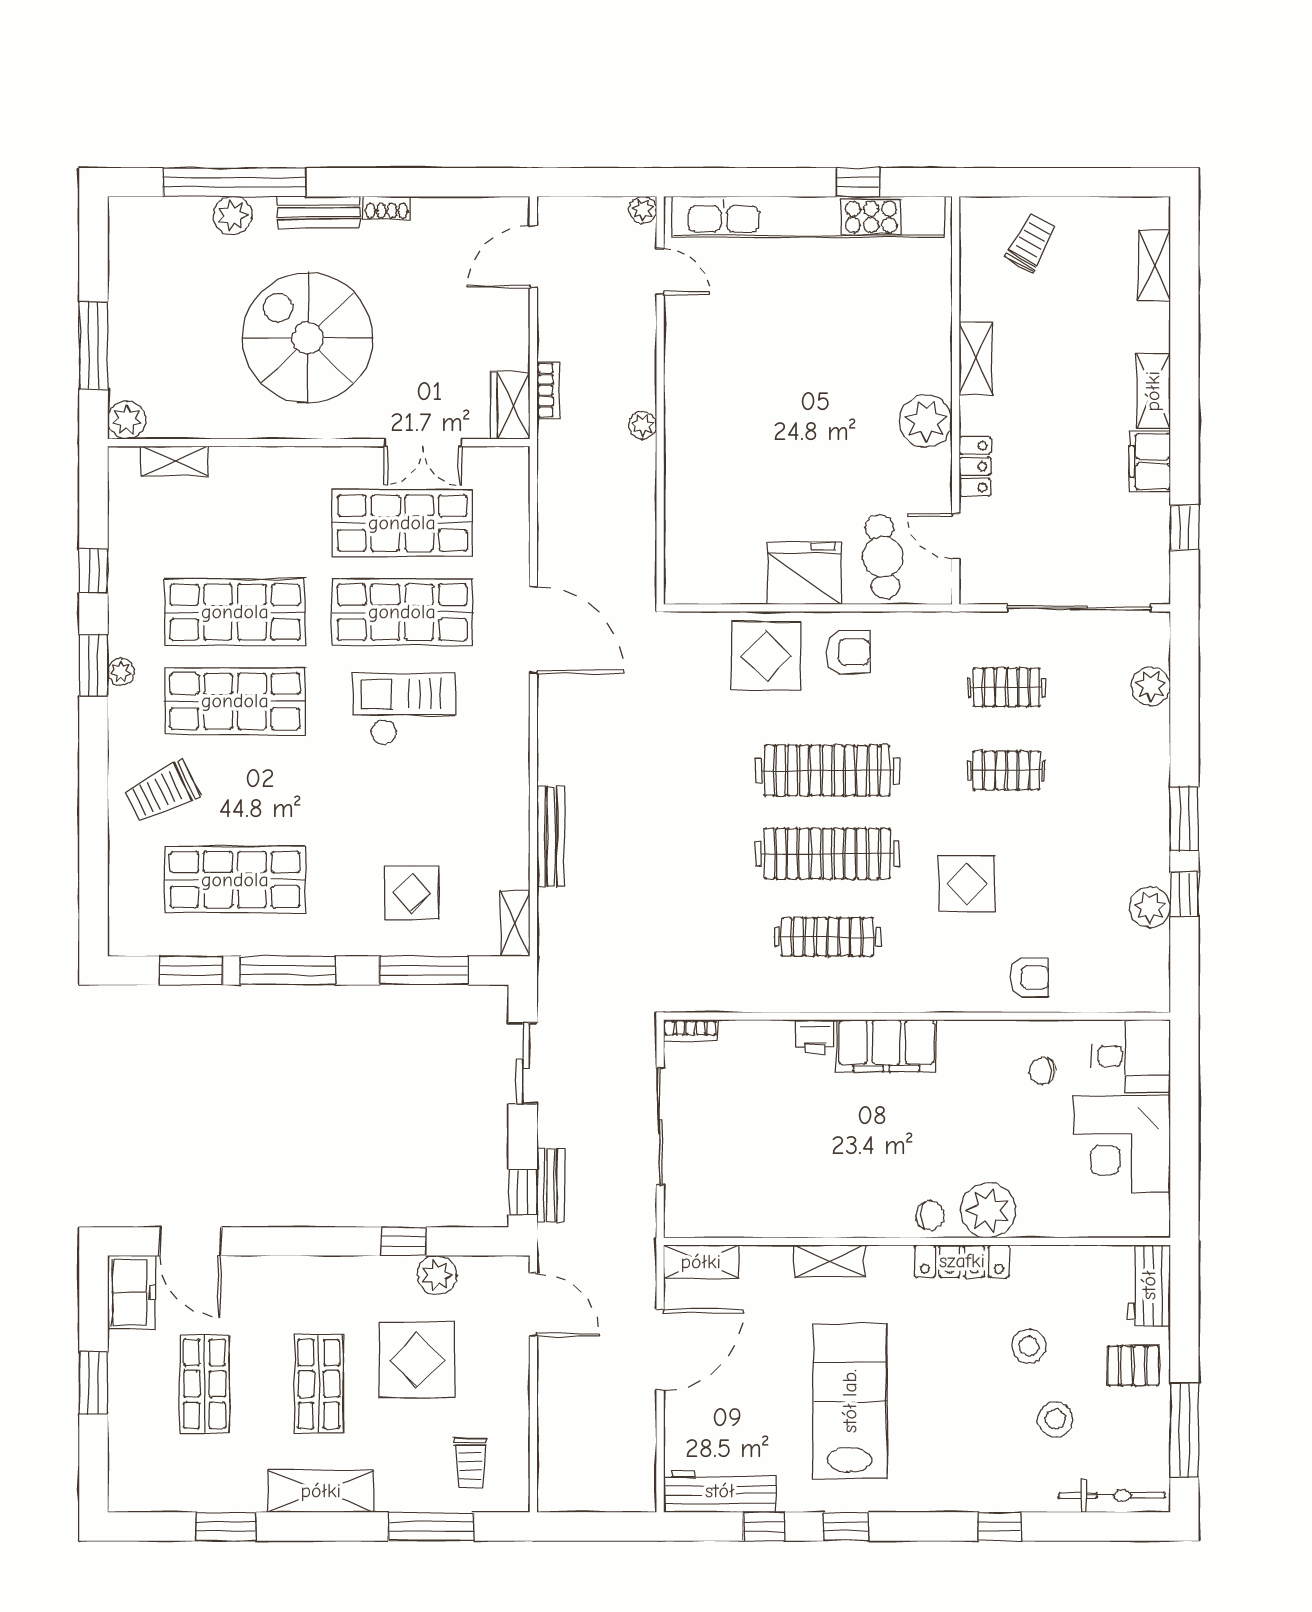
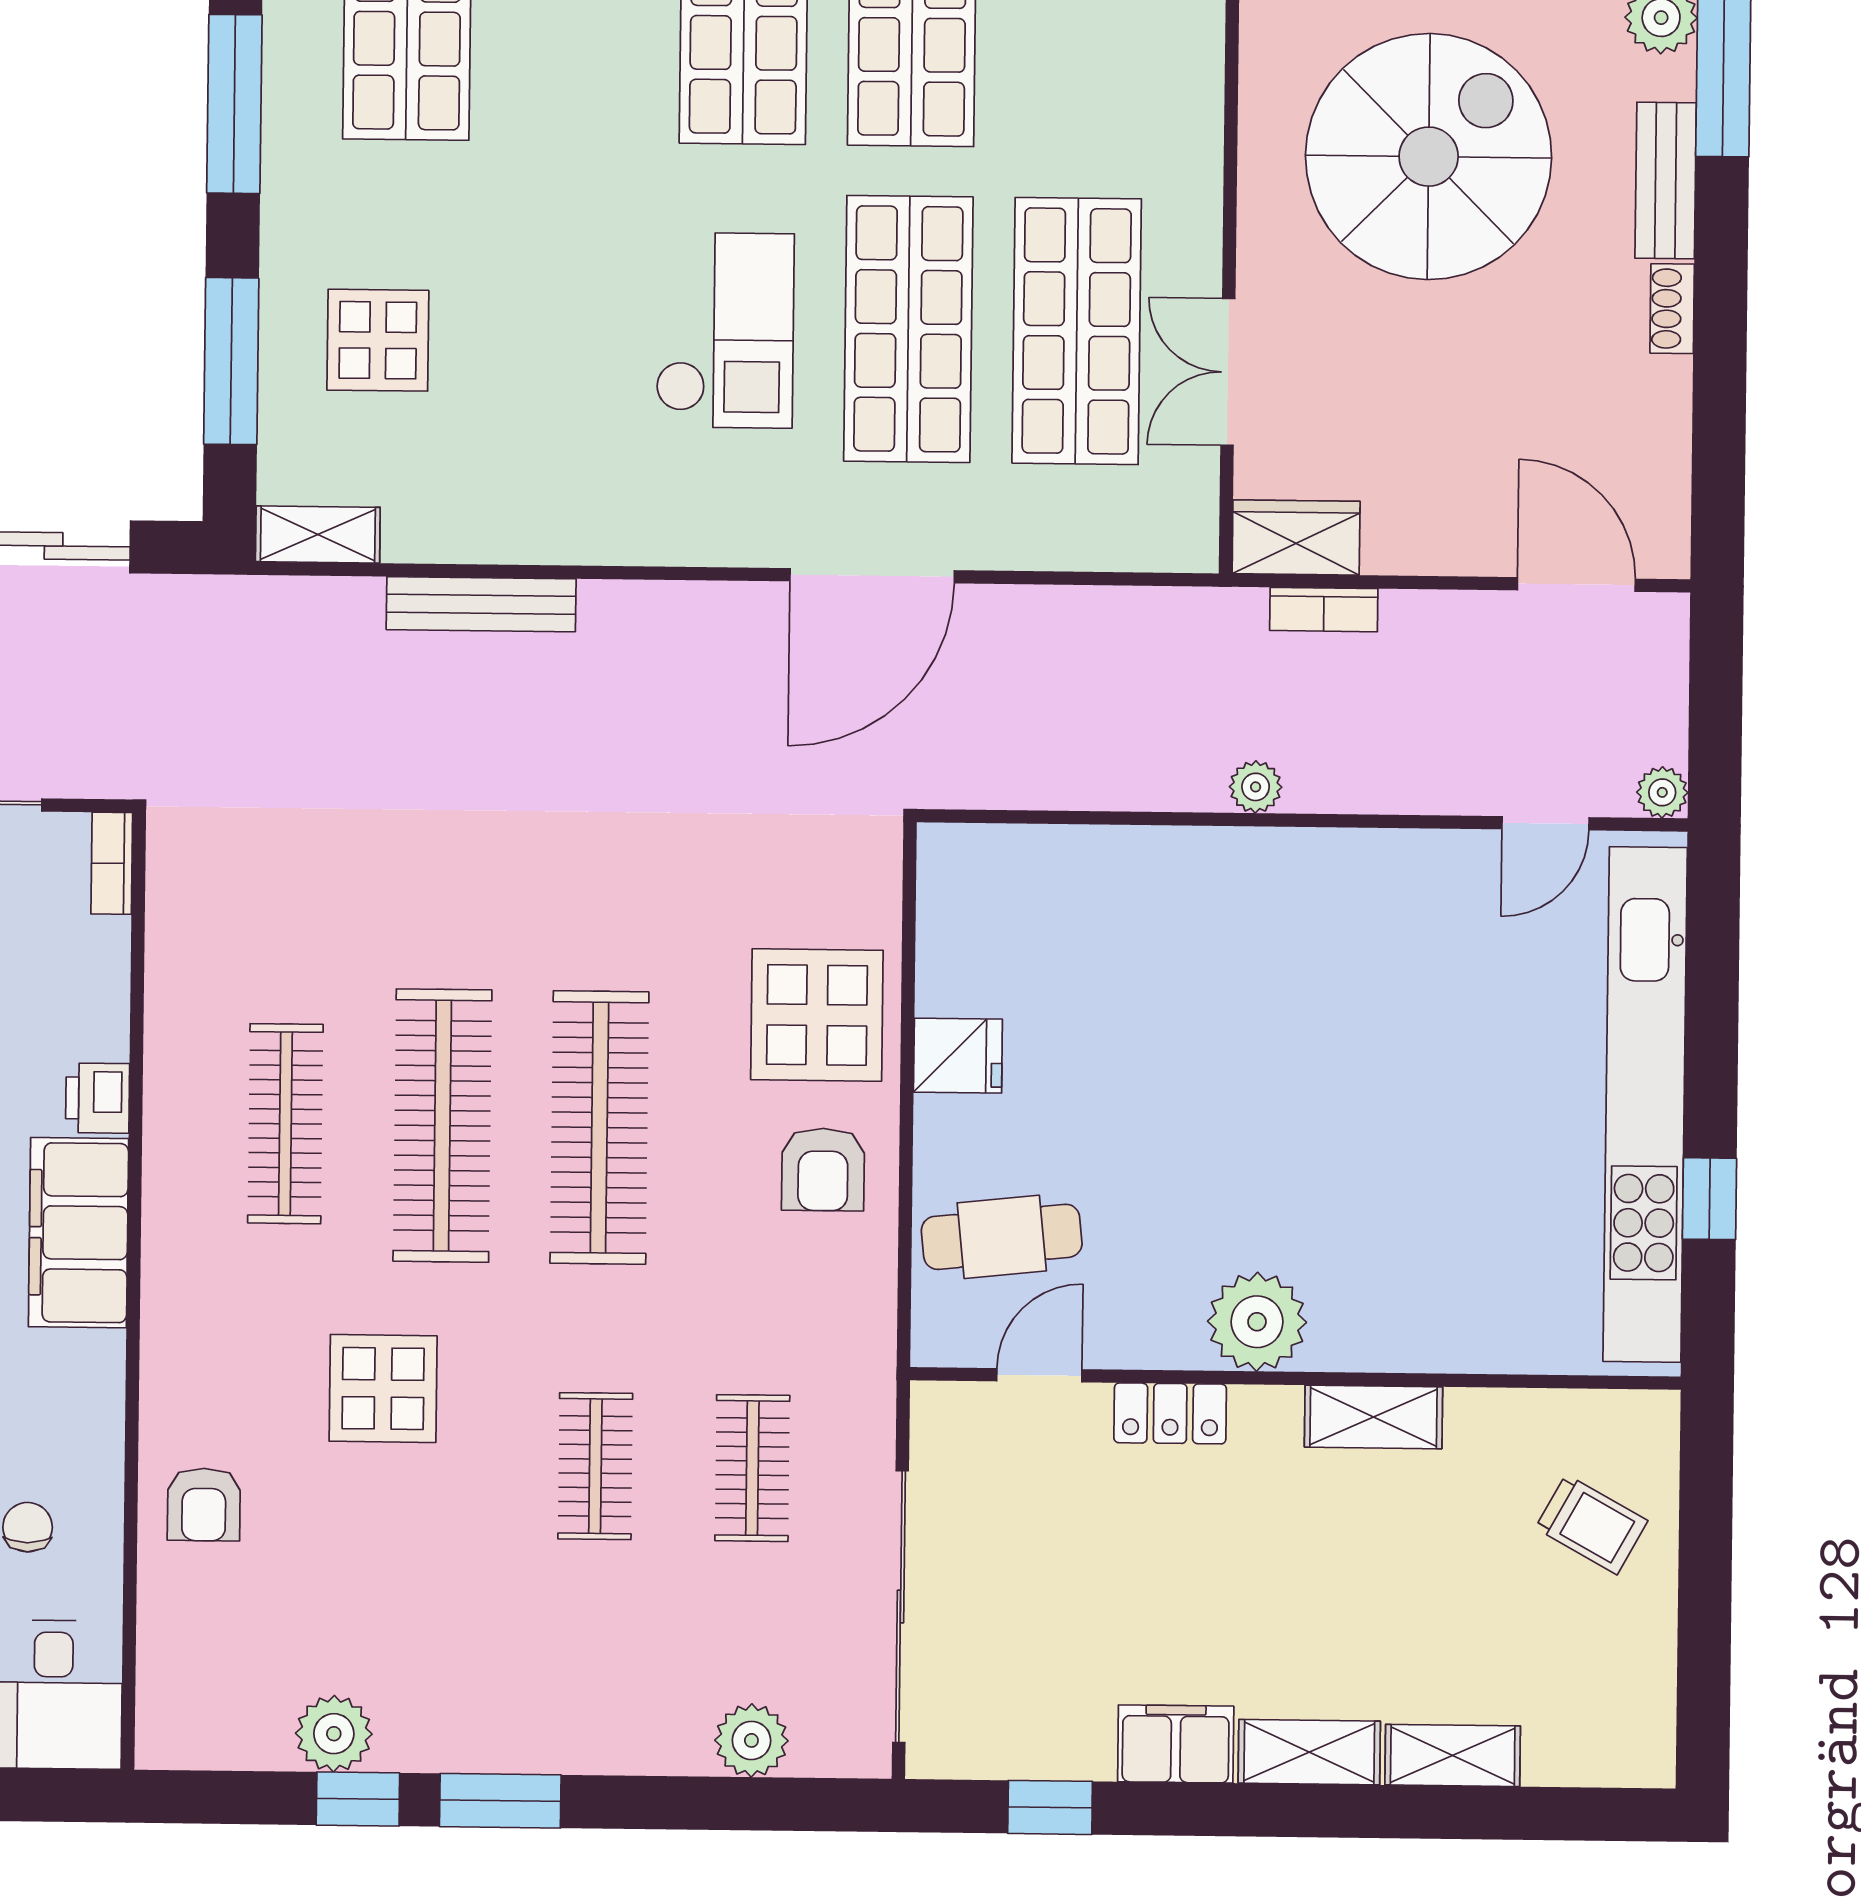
shelving: (1154, 265) -> (1453, 1755), moved
fridge: (804, 573) -> (958, 1056), width x0.53, depth x0.75

